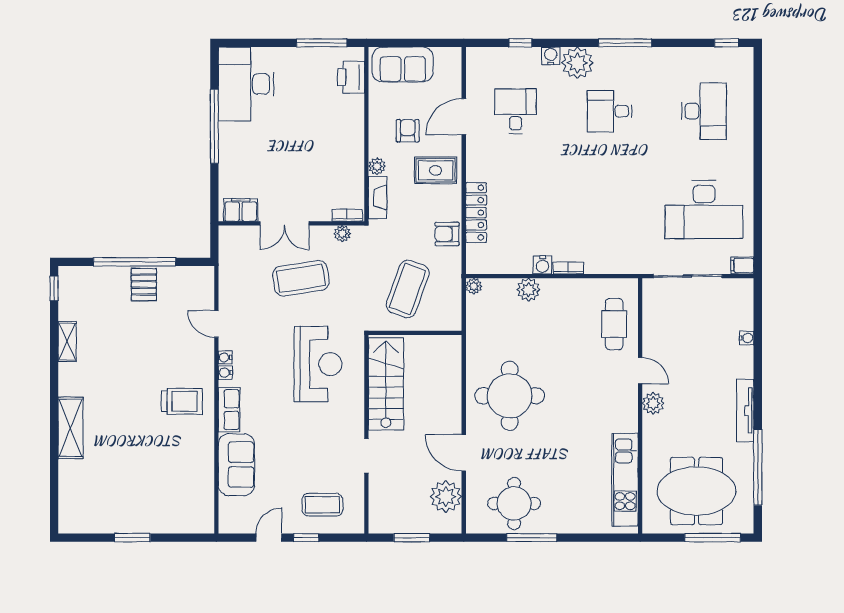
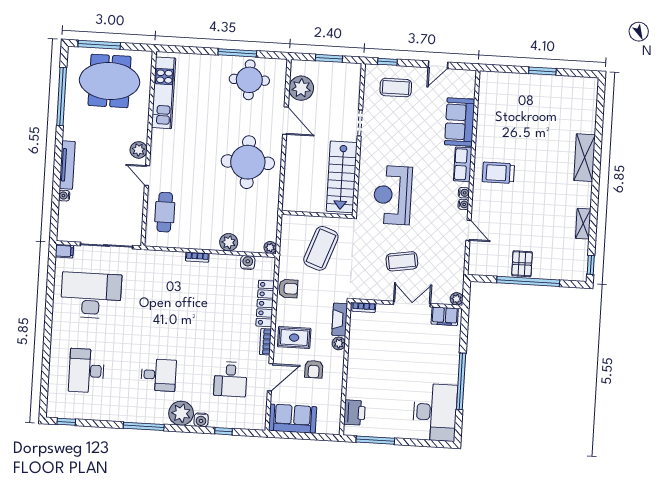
sofa: (403, 64) -> (293, 419), moved
bookcase: (473, 163) -> (266, 342), added
plant: (342, 234) -> (457, 299), moved
water cooler: (542, 265) -> (248, 262), moved
coffee table: (301, 278) -> (402, 261), width x0.73, depth x0.76
tv unit: (745, 411) -> (67, 165), moved
window: (306, 538) -> (387, 62), moved

